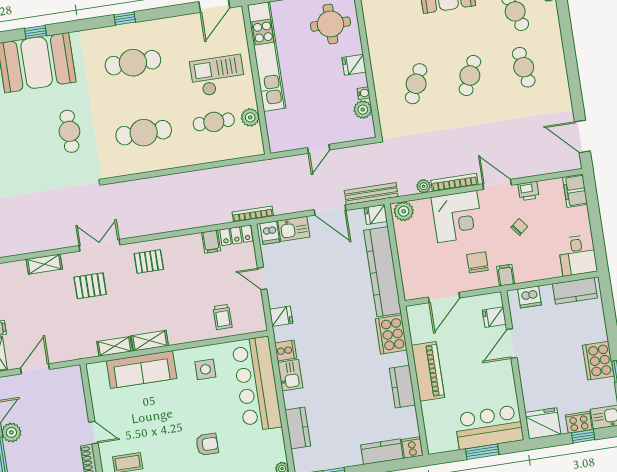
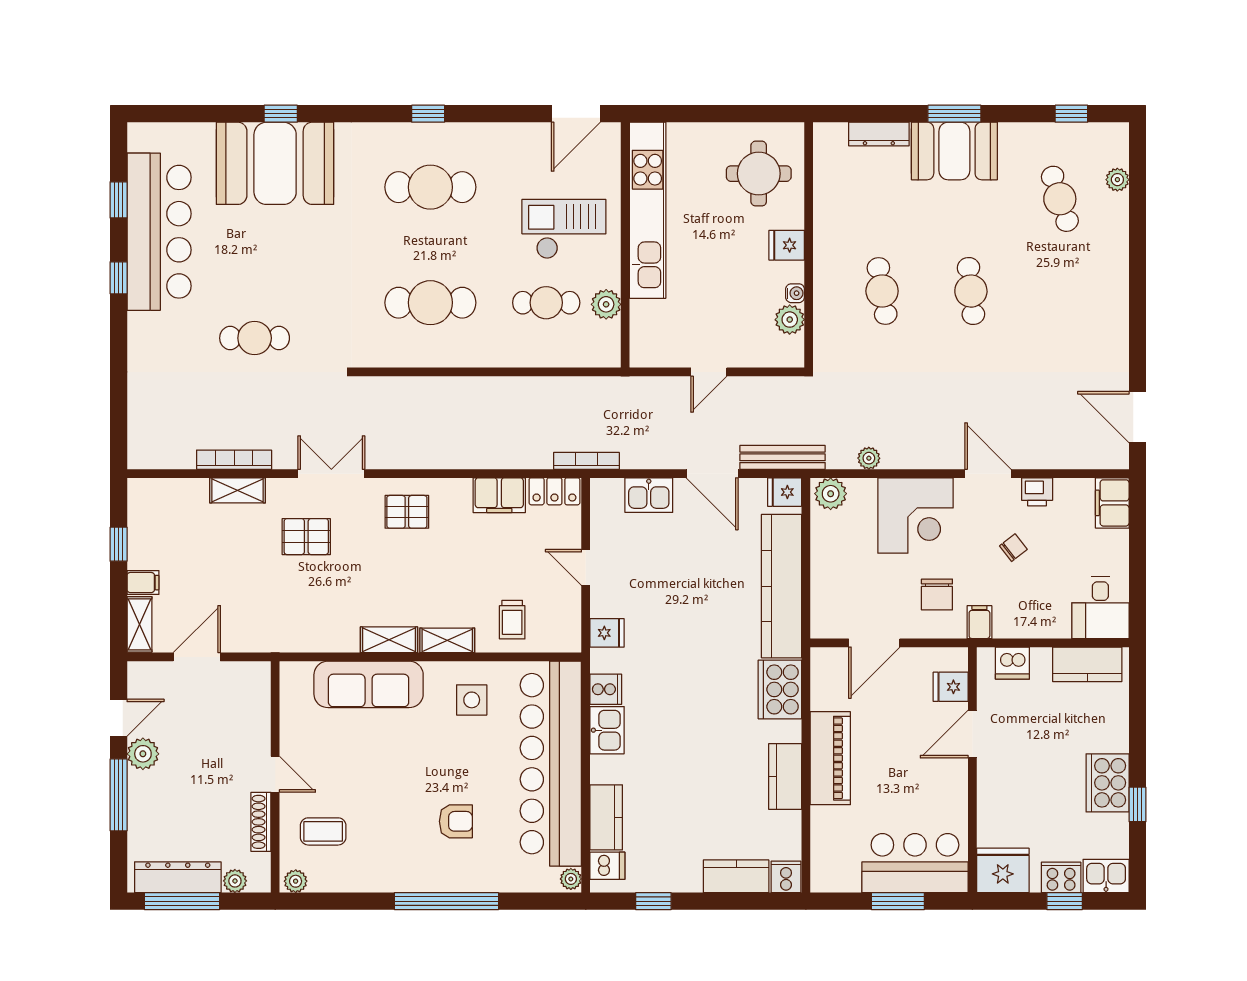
cafe table: (524, 67) -> (1060, 291), removed
cafe table: (470, 75) -> (971, 291), turned -30
cafe table: (416, 84) -> (882, 291), turned -33
cafe table: (69, 131) -> (255, 338), moved, turned 90
bookcase: (454, 182) -> (234, 460), moved
dishwasher: (270, 233) -> (607, 866), moved, turned -90
filing cabinet: (211, 242) -> (499, 495), width x2.00
chair: (477, 262) -> (937, 594), turned 180
shelving: (115, 346) -> (447, 640), moved
bar counter: (257, 384) -> (551, 764), width x1.36

